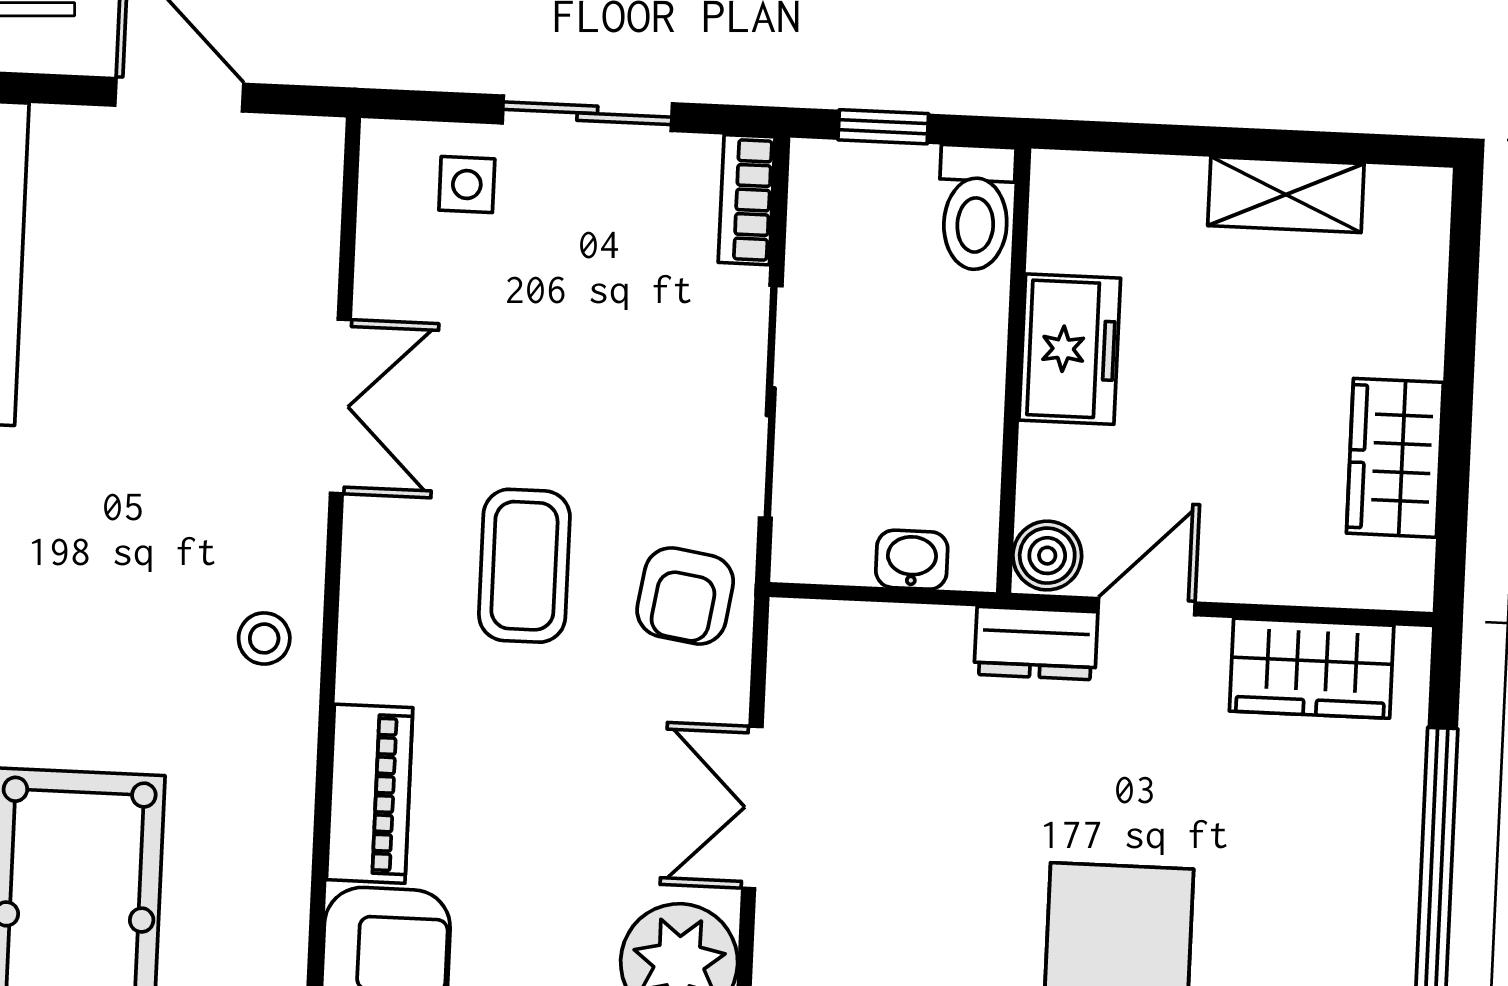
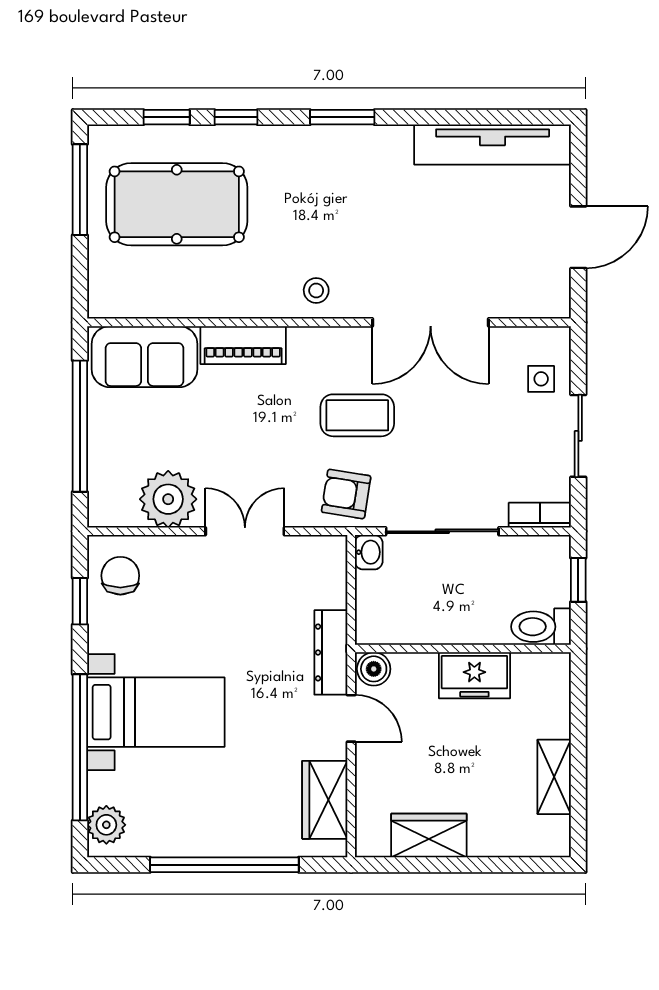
double door: (340, 406) -> (431, 322), width x1.37
washbasin: (912, 560) -> (369, 552), moved
dresser: (1036, 643) -> (331, 652), width x1.44

